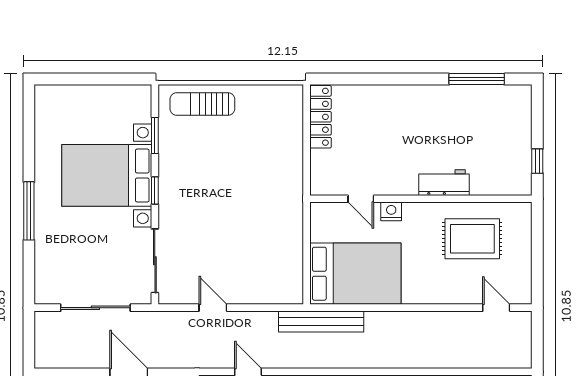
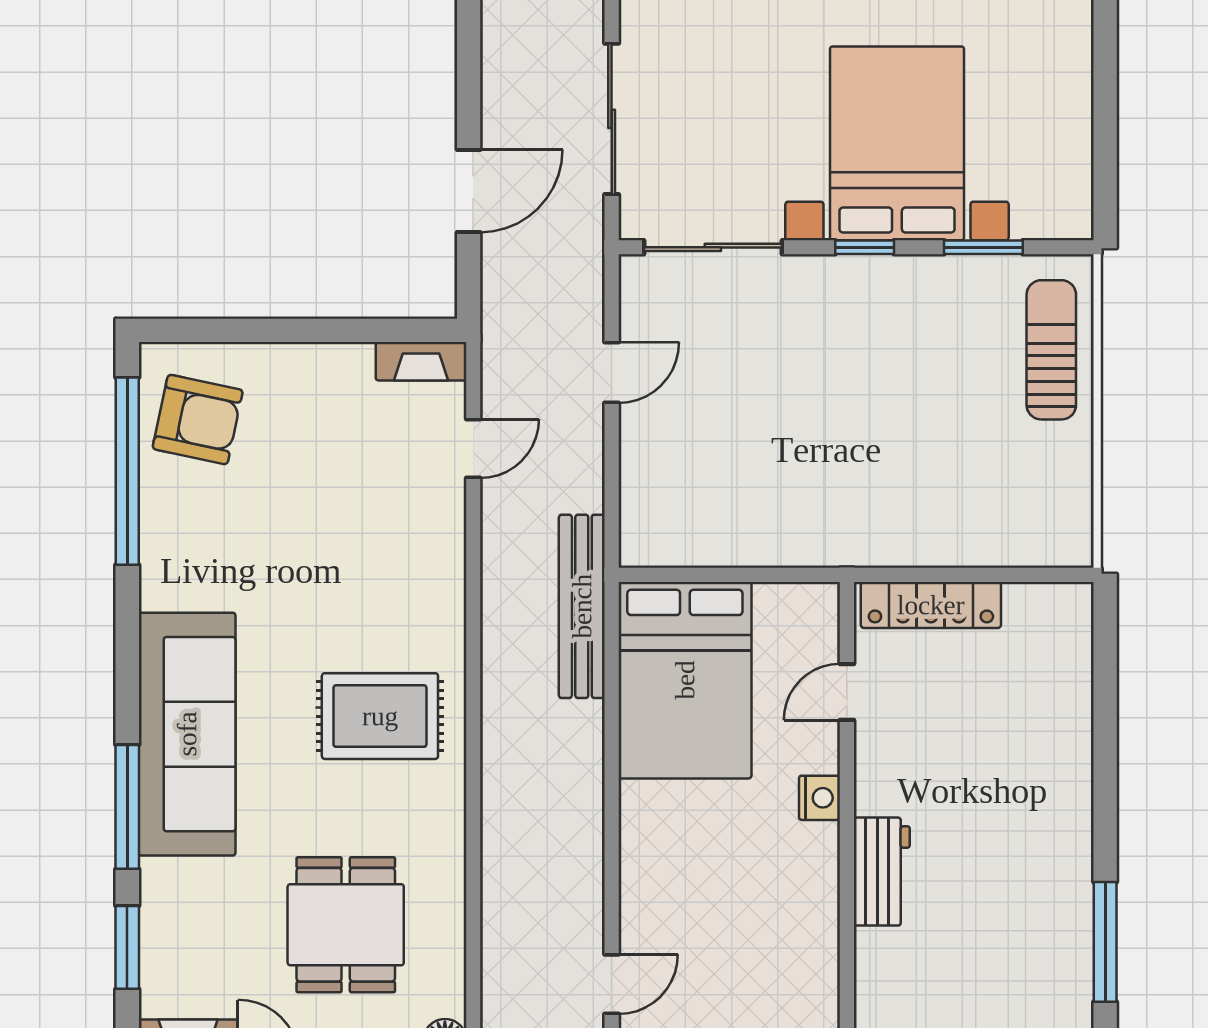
locker: (321, 117) -> (931, 605), moved
nightstand: (391, 211) -> (819, 798), moved
rug: (472, 239) -> (760, 933), removed

